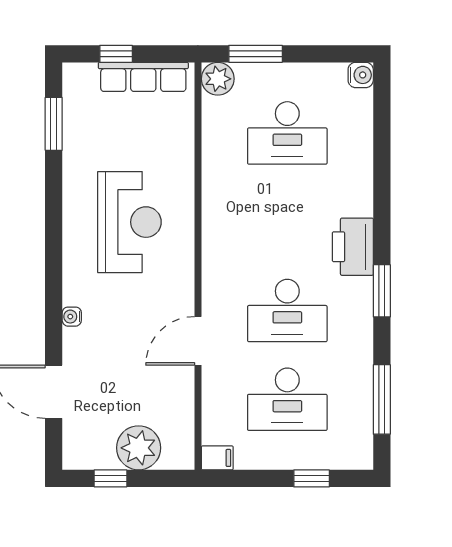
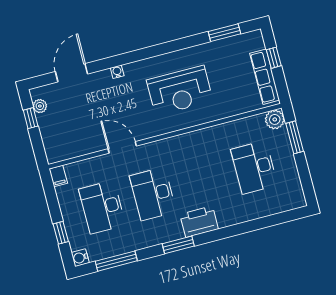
water cooler: (361, 75) -> (80, 258), moved, turned 90
plant: (139, 448) -> (40, 106), moved, width x0.53, depth x0.53

